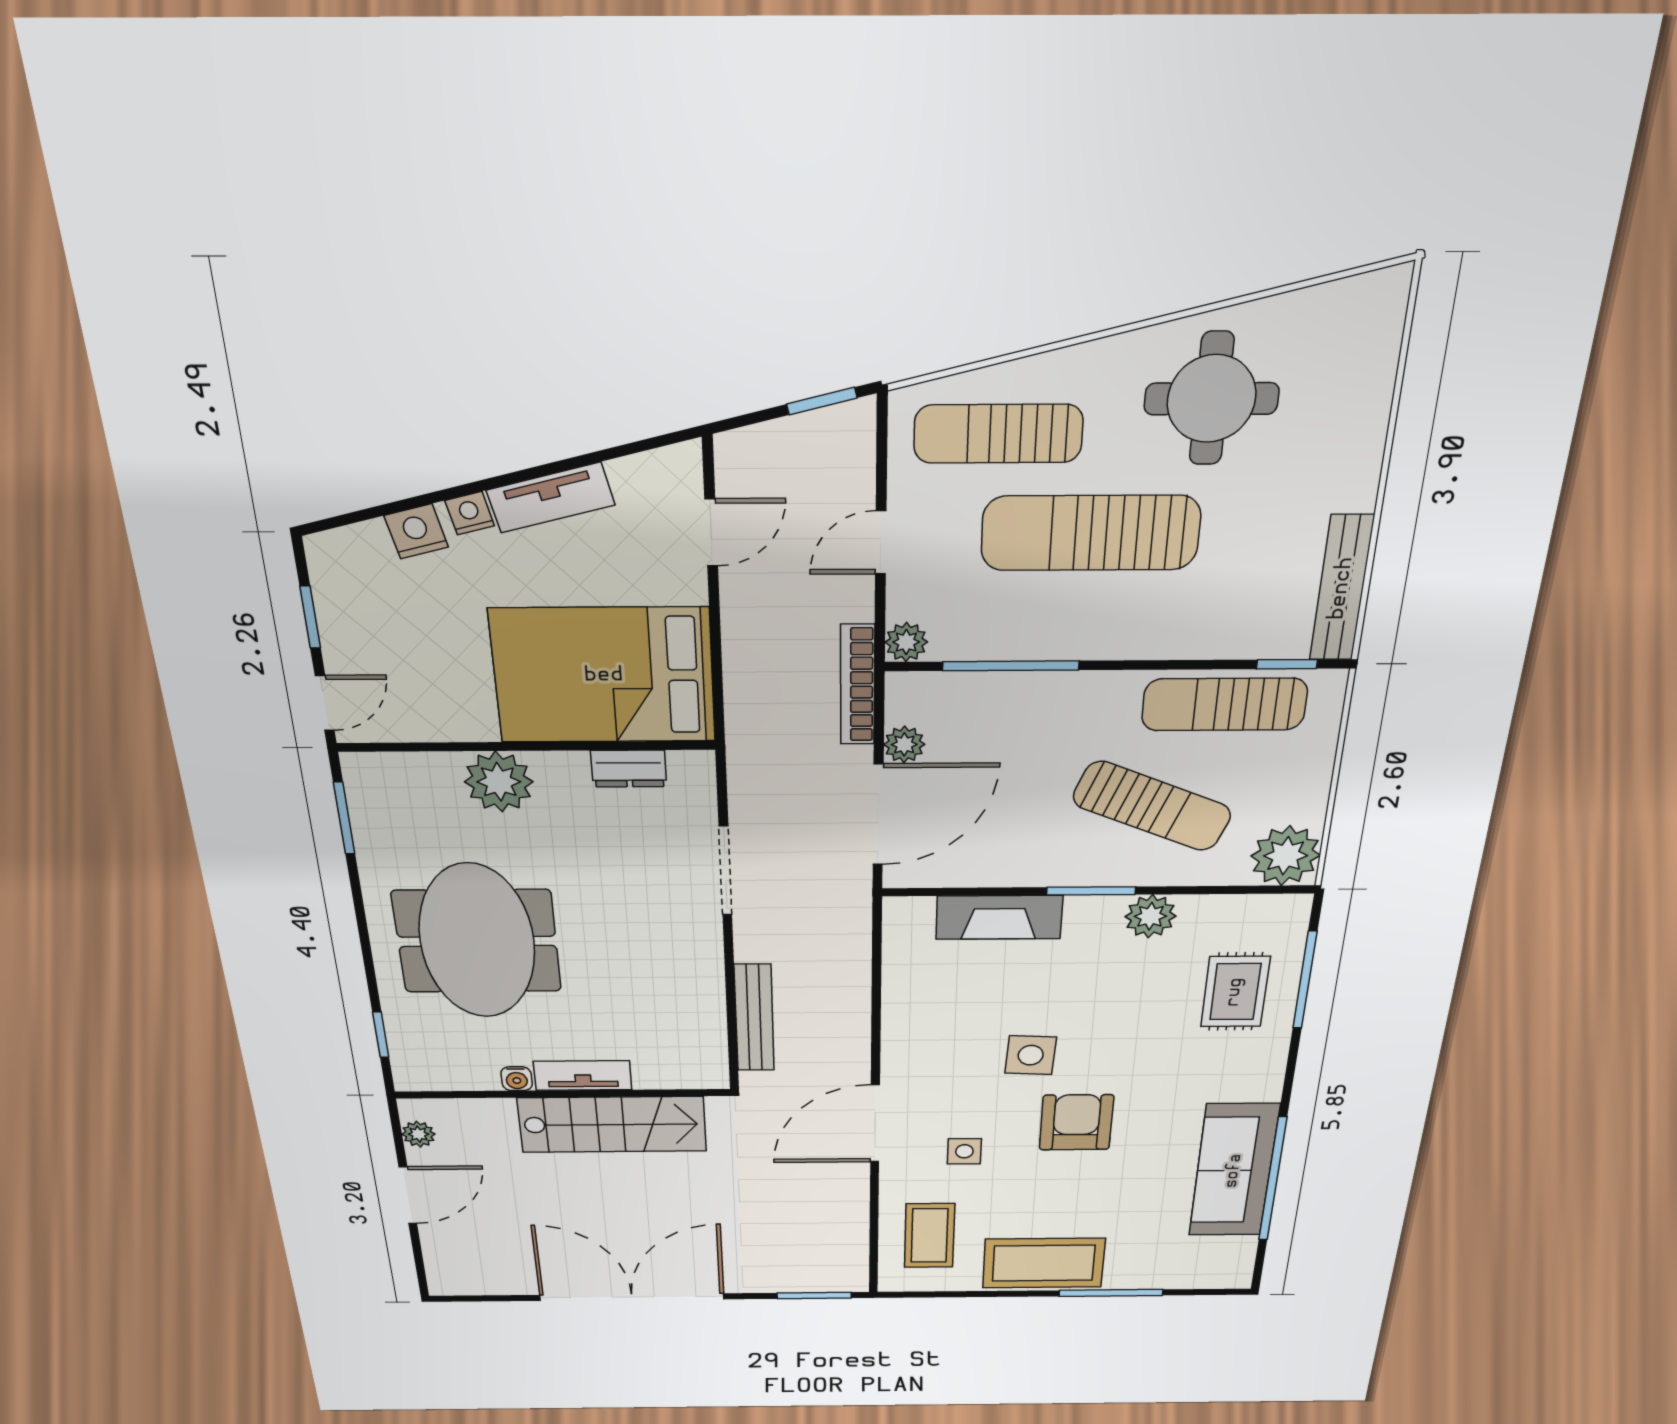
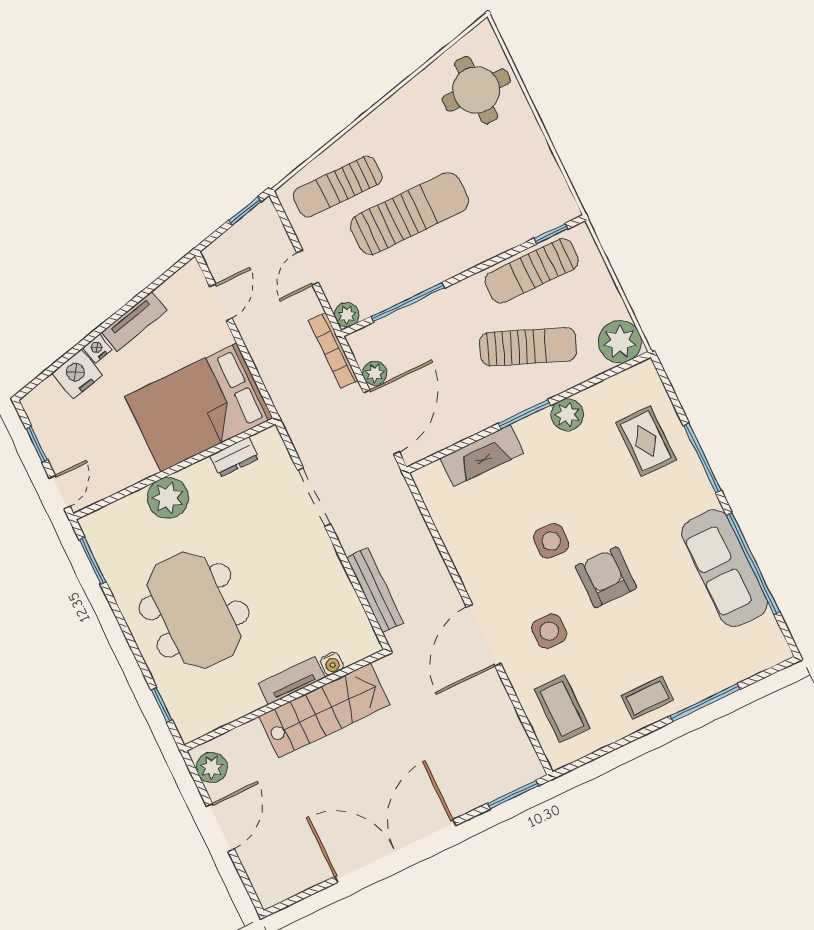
round table: (1212, 399) -> (476, 90), moved
nightstand: (416, 531) -> (77, 374), width x1.36, depth x1.33
sun lounger: (1091, 533) -> (410, 214), turned 180
bench: (1342, 588) -> (553, 181), removed
window: (1305, 980) -> (702, 458), moved
water cooler: (517, 1079) -> (332, 664), moved
plant: (418, 1134) -> (212, 768), width x1.38, depth x1.38
side table: (964, 1151) -> (549, 631), width x1.37, depth x1.37
coffee table: (1044, 1263) -> (647, 698), width x0.54, depth x0.58

